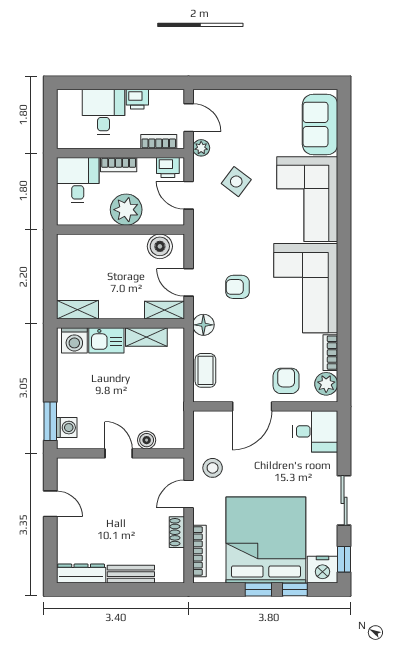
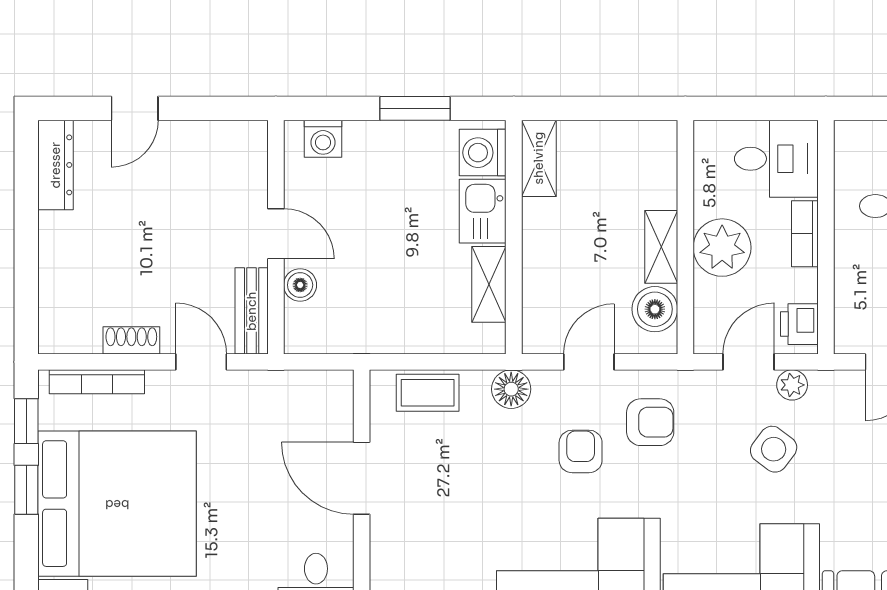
bookcase: (159, 142) -> (847, 307), removed
plant: (201, 148) -> (792, 385), moved
shelving: (164, 310) -> (661, 247), moved
armchair: (286, 381) -> (650, 422), moved
window: (50, 421) -> (415, 108), moved
door: (119, 453) -> (276, 234), hinge flipped
stool: (213, 468) -> (249, 406), removed
door: (50, 504) -> (135, 108), moved
bench: (131, 574) -> (252, 311), moved
window: (295, 590) -> (26, 421), moved

